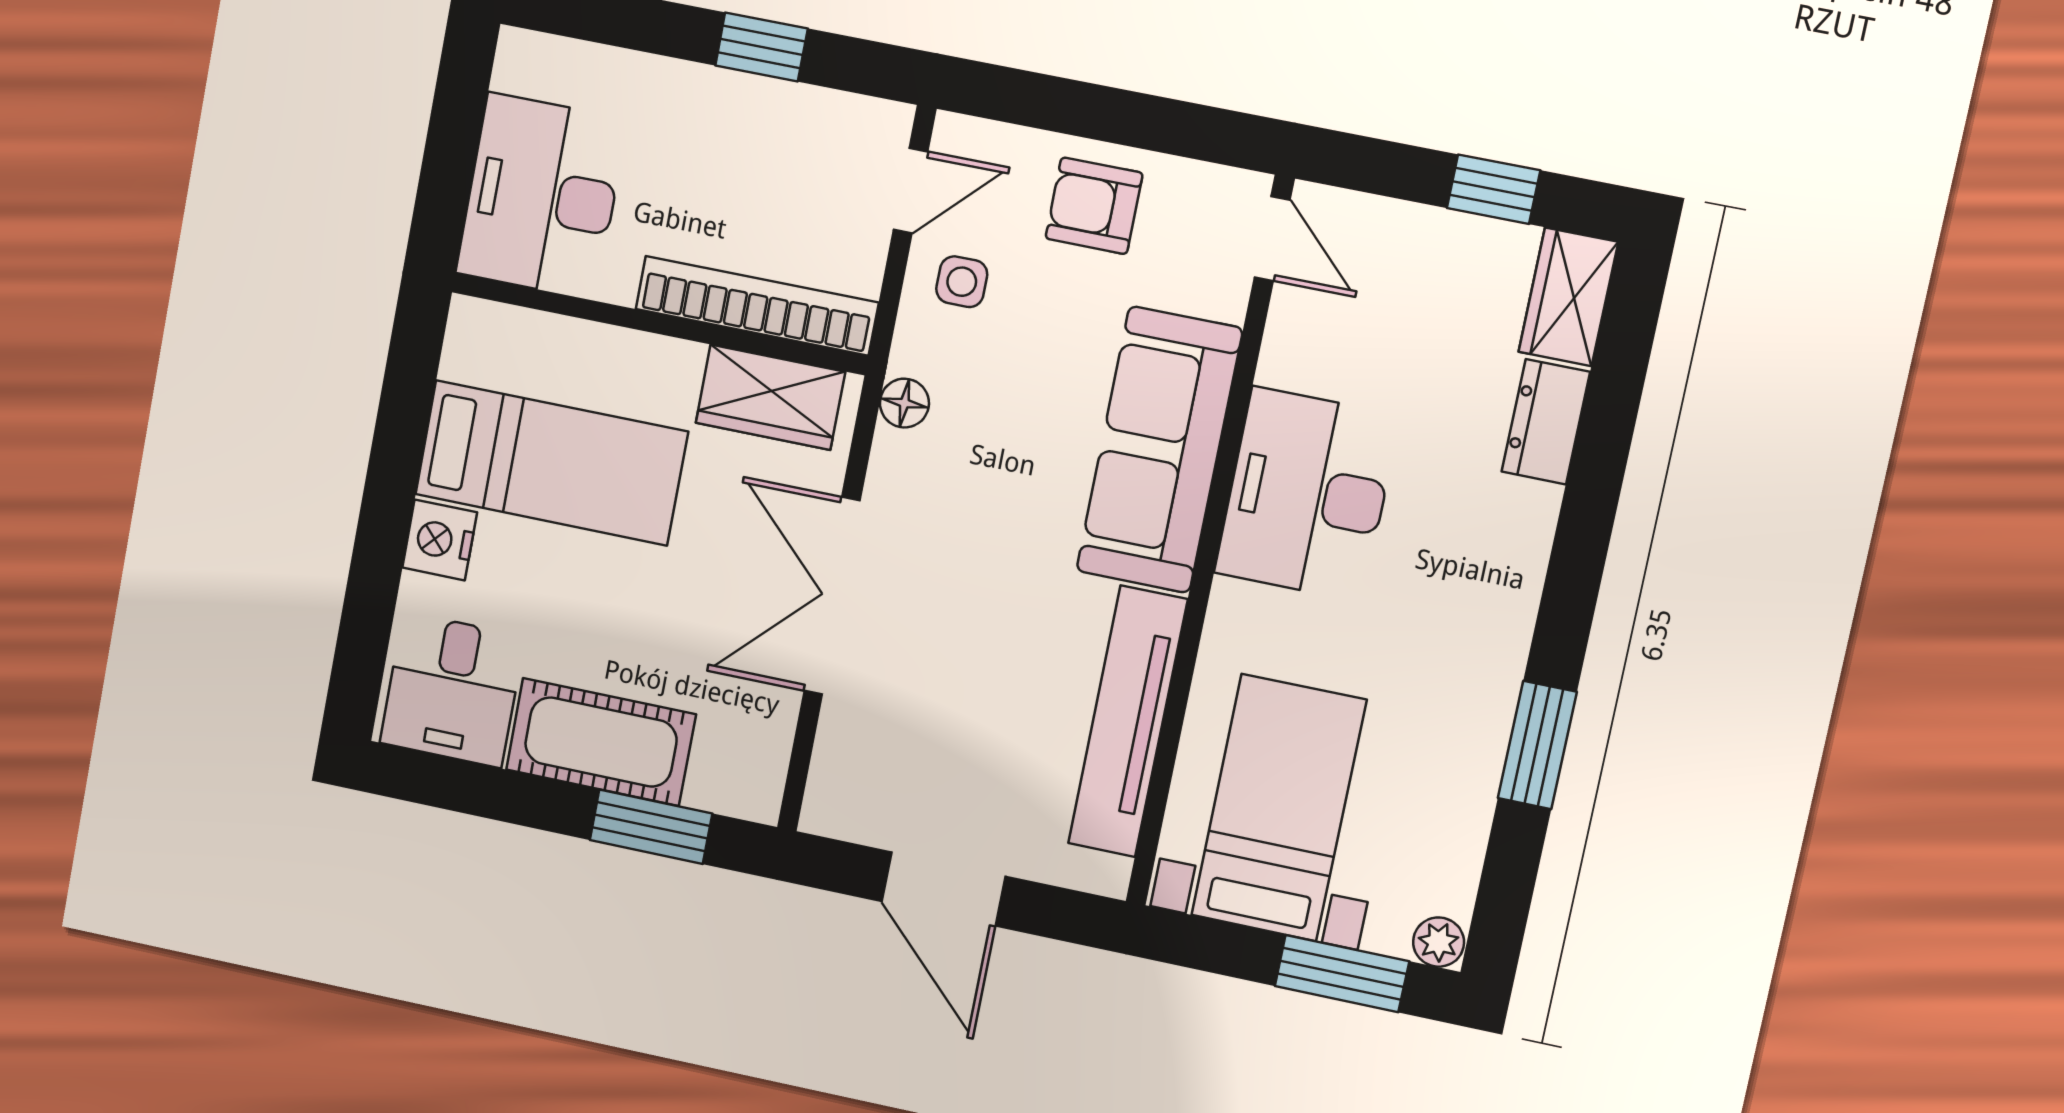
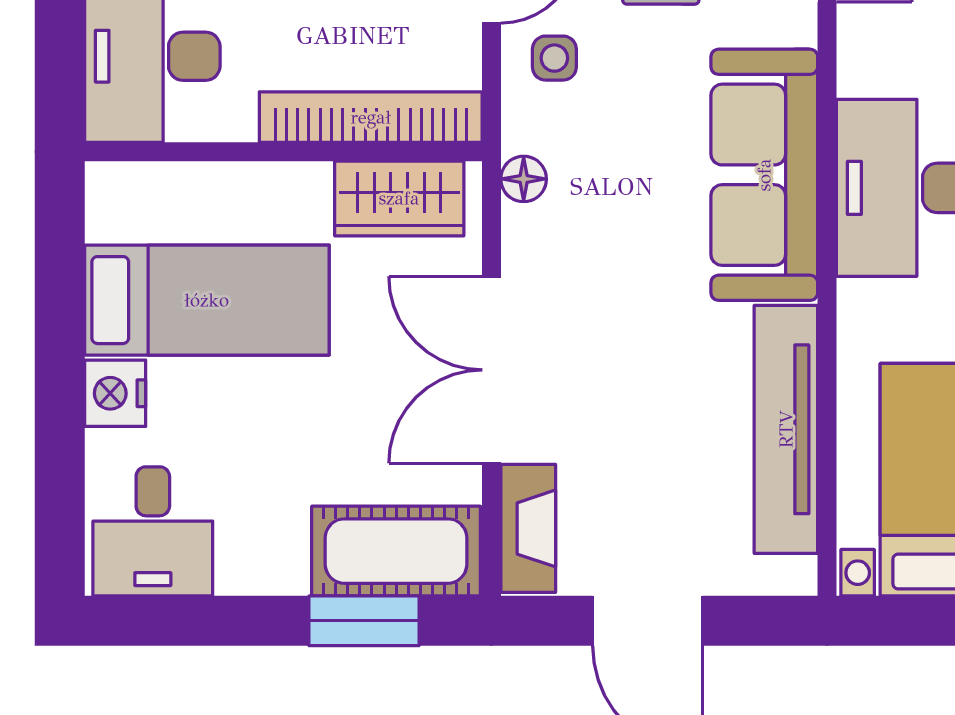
cot: (601, 742) -> (396, 551), moved
fireplace: (838, 768) -> (528, 528), added

